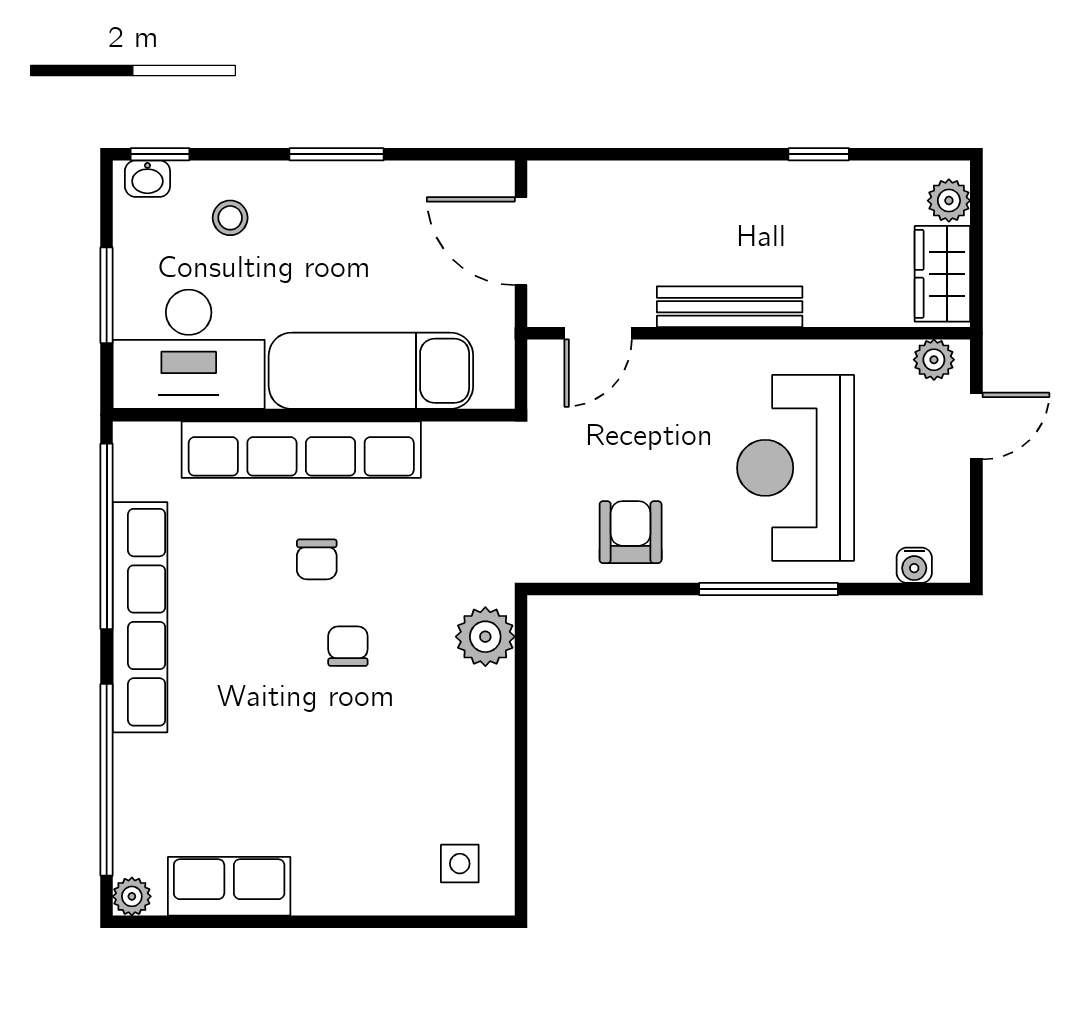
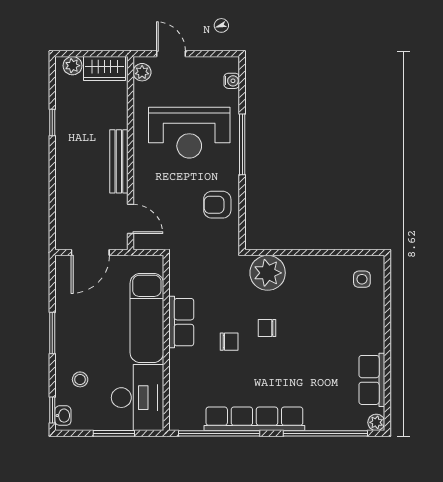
row of seats: (301, 450) -> (181, 322), width x0.50
plant: (485, 637) -> (268, 273), width x1.36, depth x1.36

